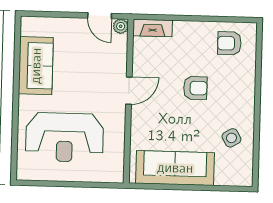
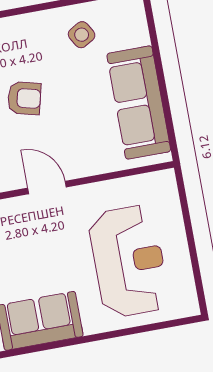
armchair: (195, 88) -> (24, 98), turned 104

